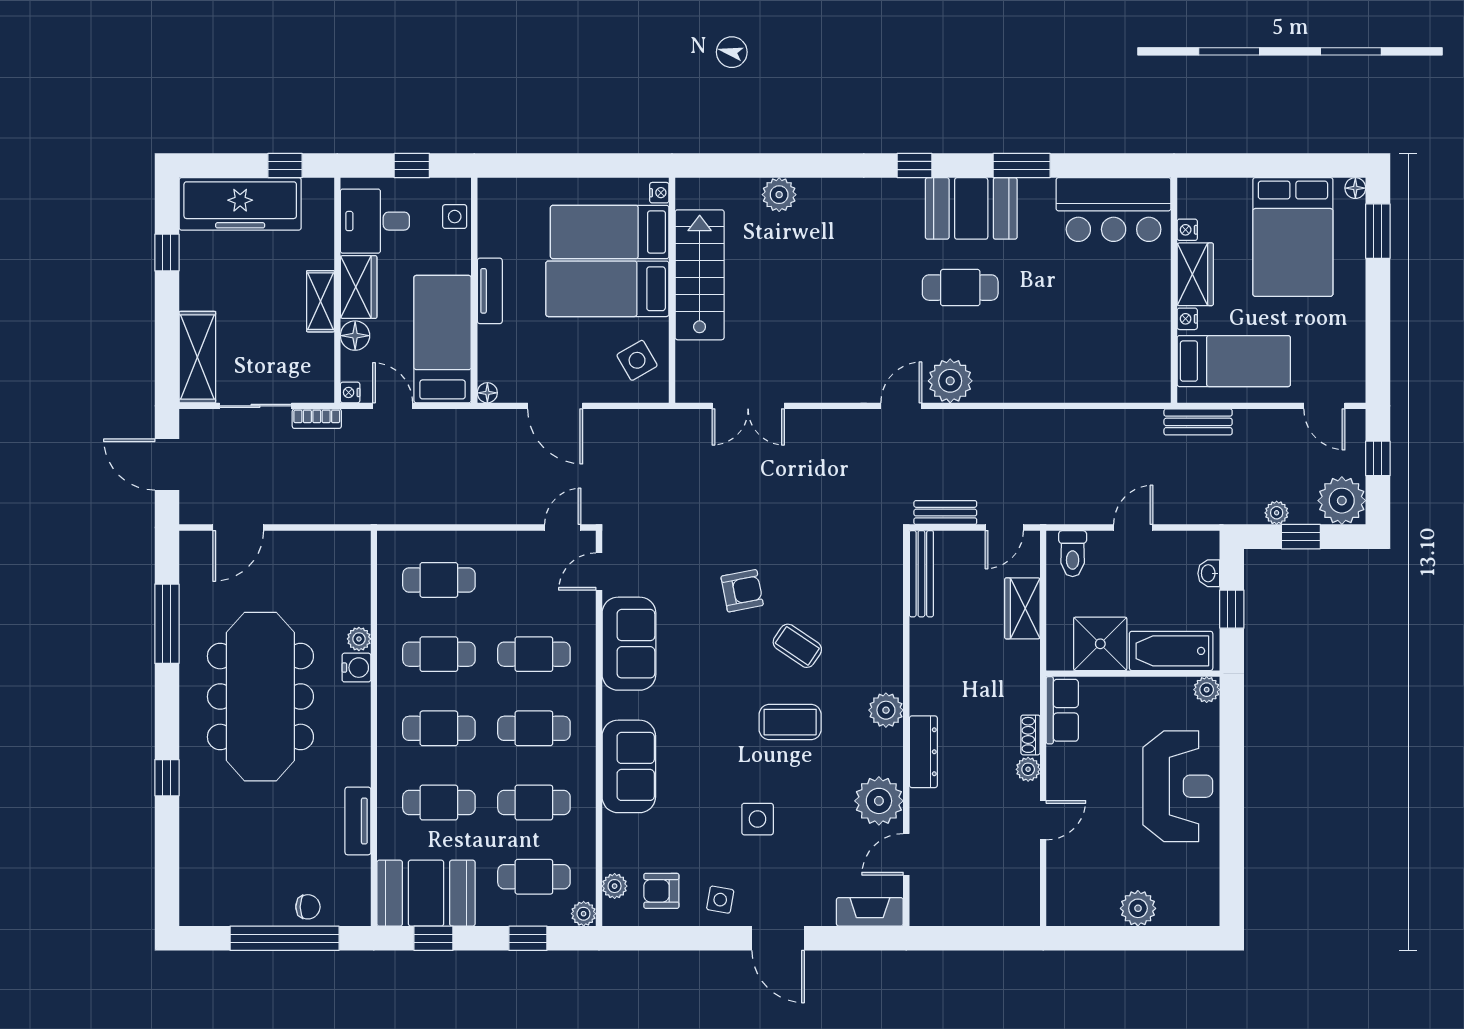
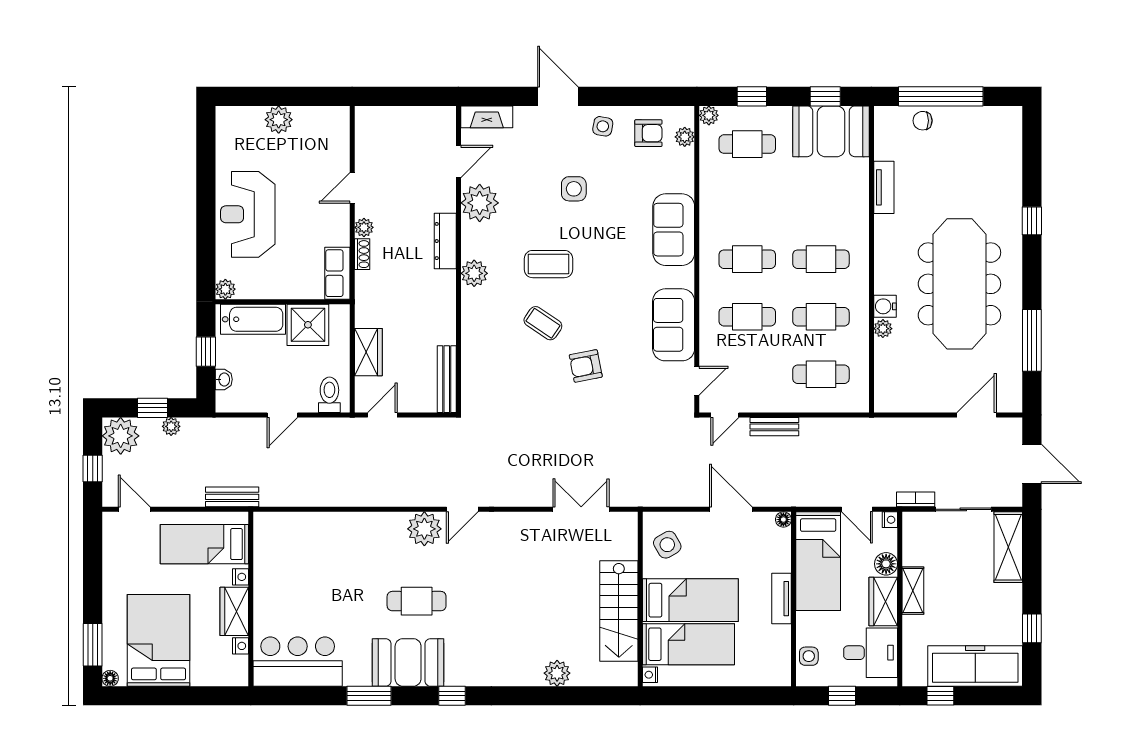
bench: (945, 513) -> (774, 427), moved
cafe table: (439, 803) -> (821, 202), removed
cafe table: (534, 803) -> (747, 202), removed

